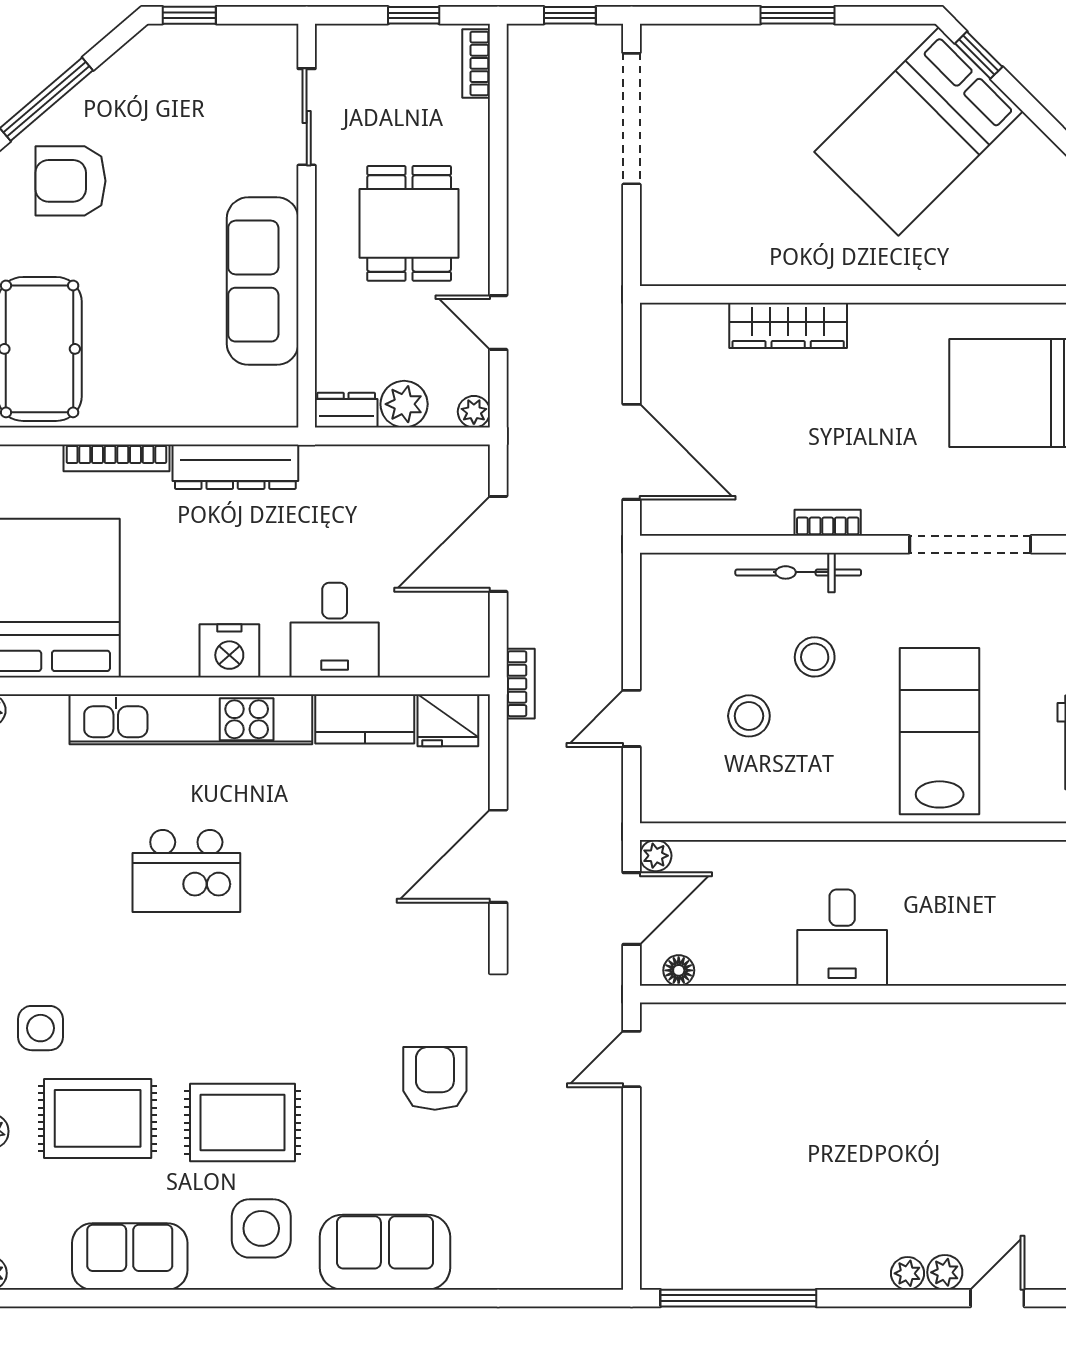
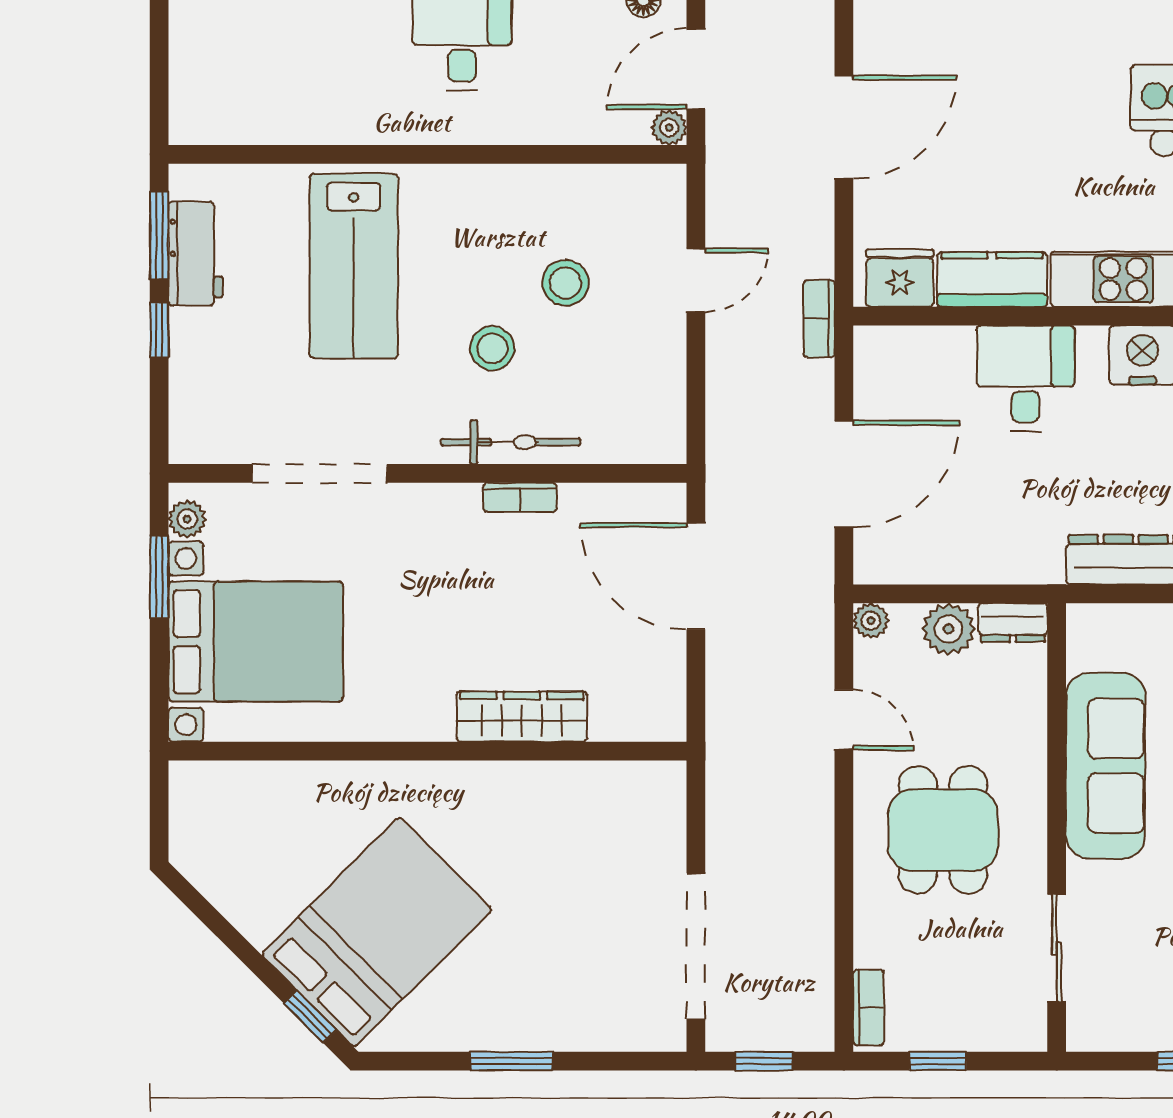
bookcase: (828, 523) -> (520, 497), moved

